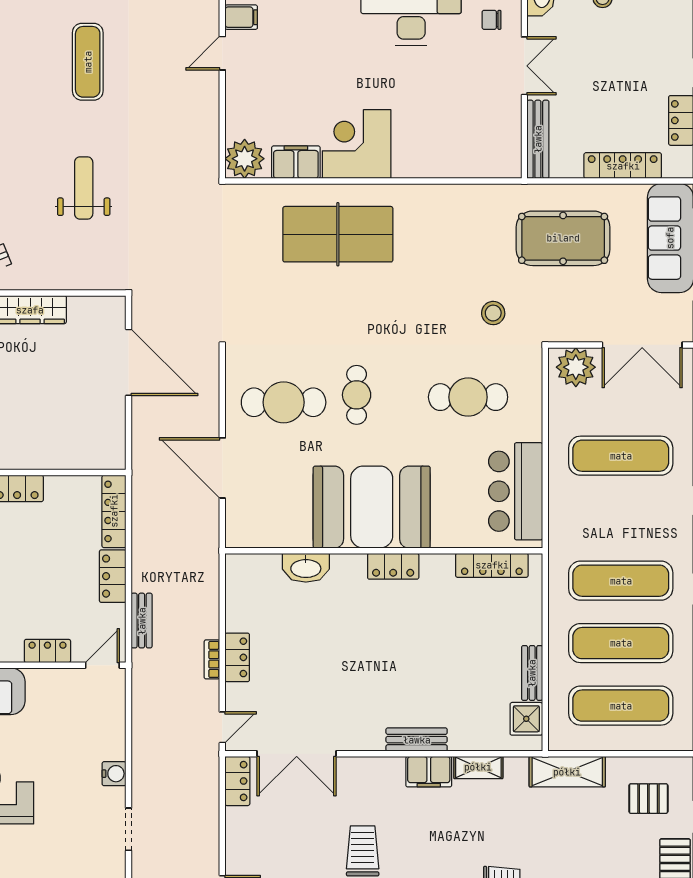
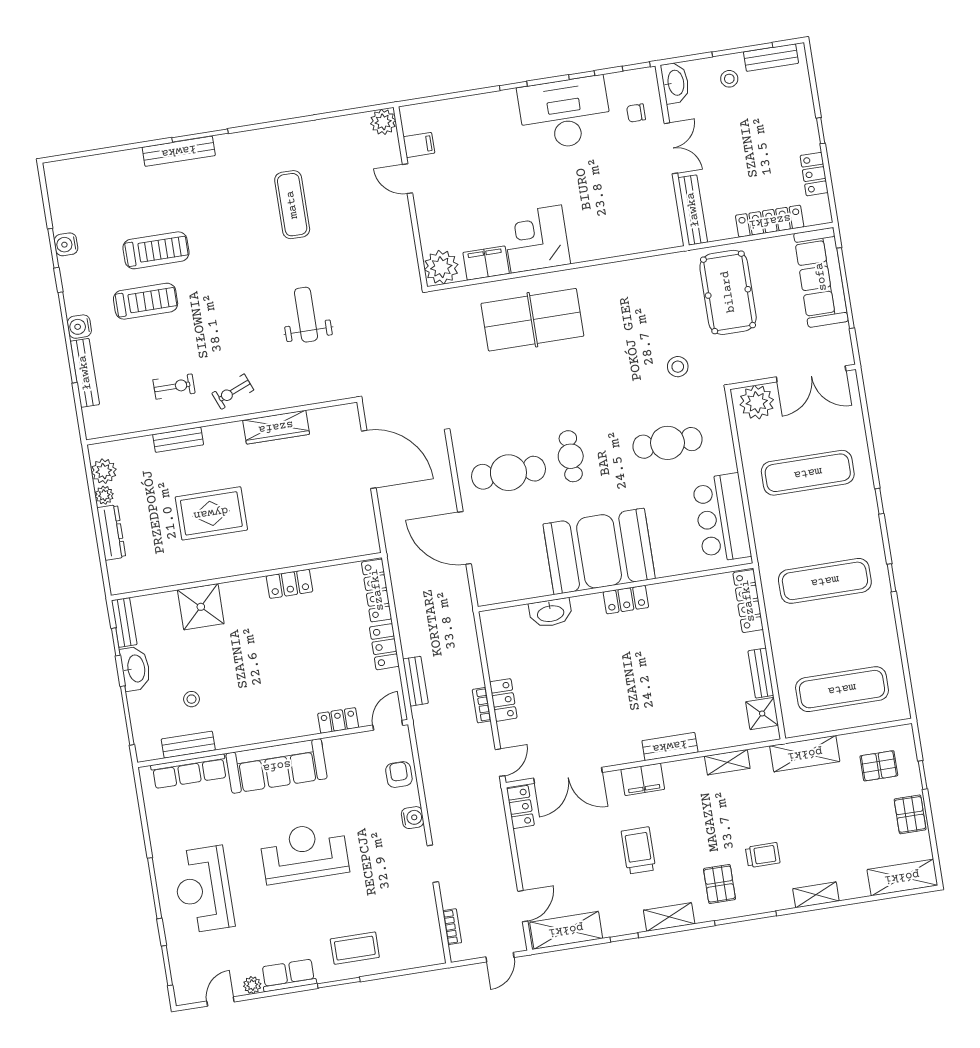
door: (222, 53) -> (408, 179), hinge flipped
pool table: (563, 238) -> (728, 292), turned 90
locker: (492, 565) -> (748, 601), moved, turned 90
exercise mat: (621, 643) -> (833, 635), removed
armchair: (106, 723) -> (399, 774), added
filing cabinet: (429, 772) -> (643, 779), moved

